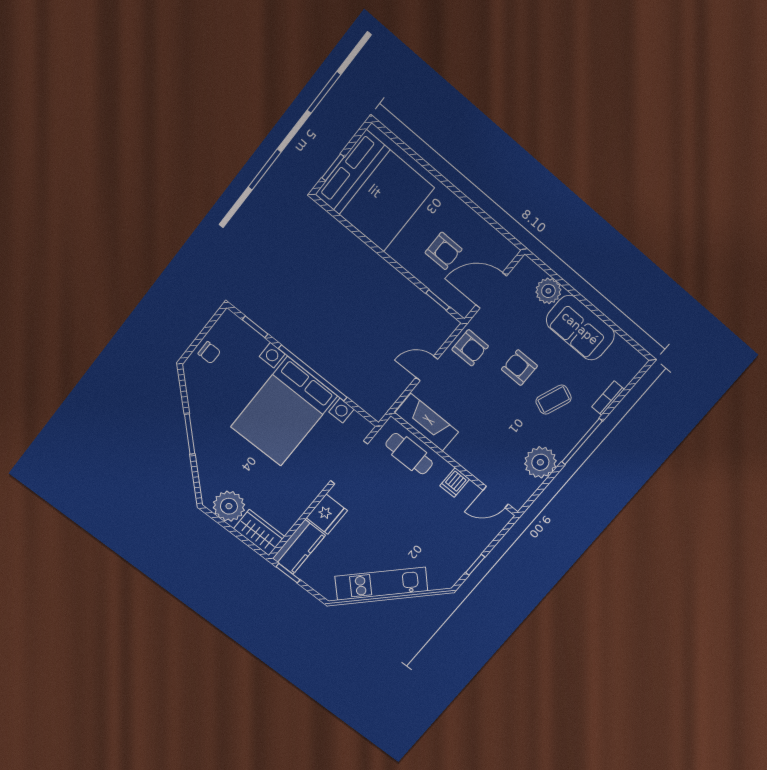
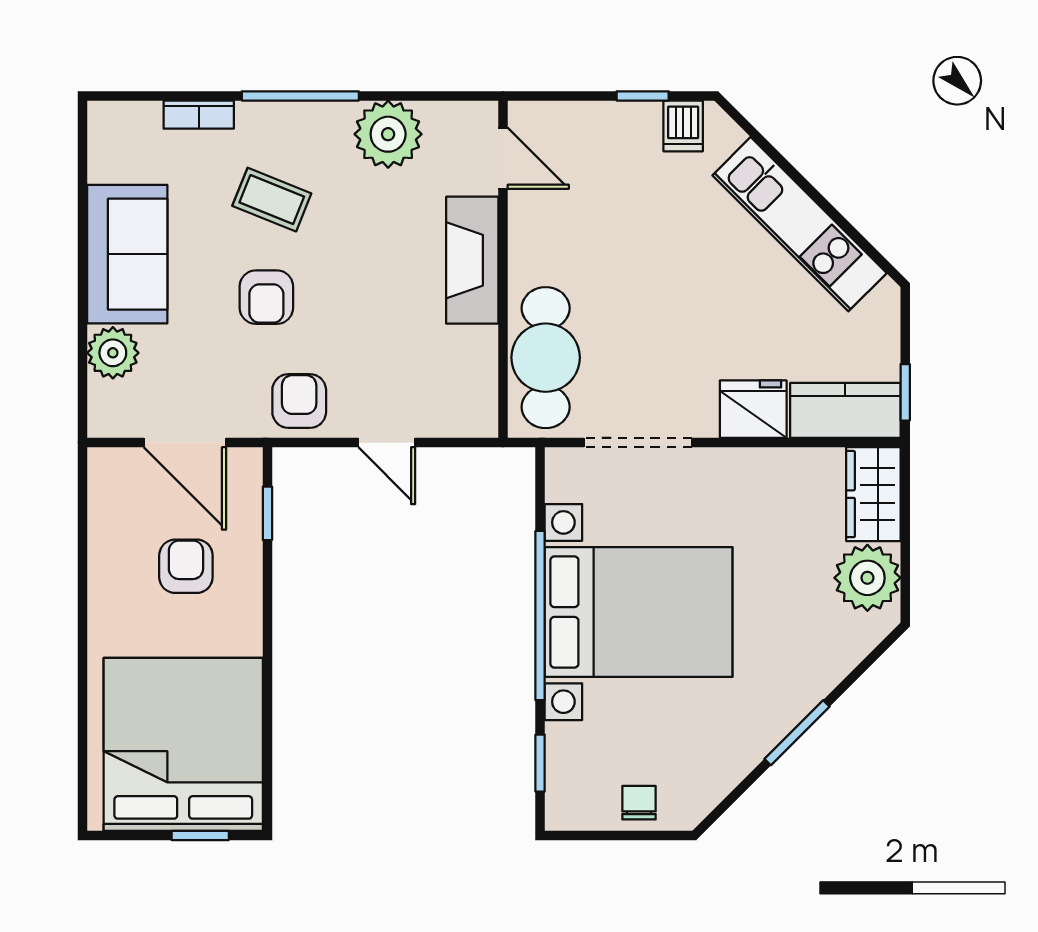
fireplace: (427, 422) -> (472, 260), moved
cafe table: (409, 454) -> (546, 358), width x1.37, depth x1.35
dishwasher: (455, 482) -> (683, 126), moved, turned 90

